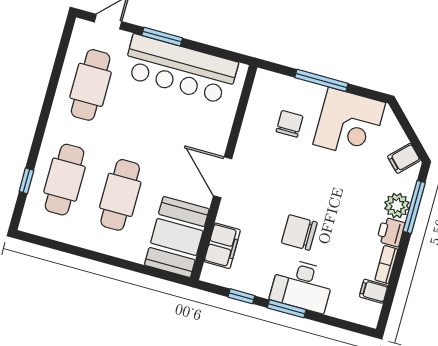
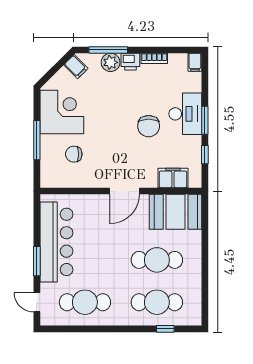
filing cabinet: (374, 291) -> (195, 62), moved

